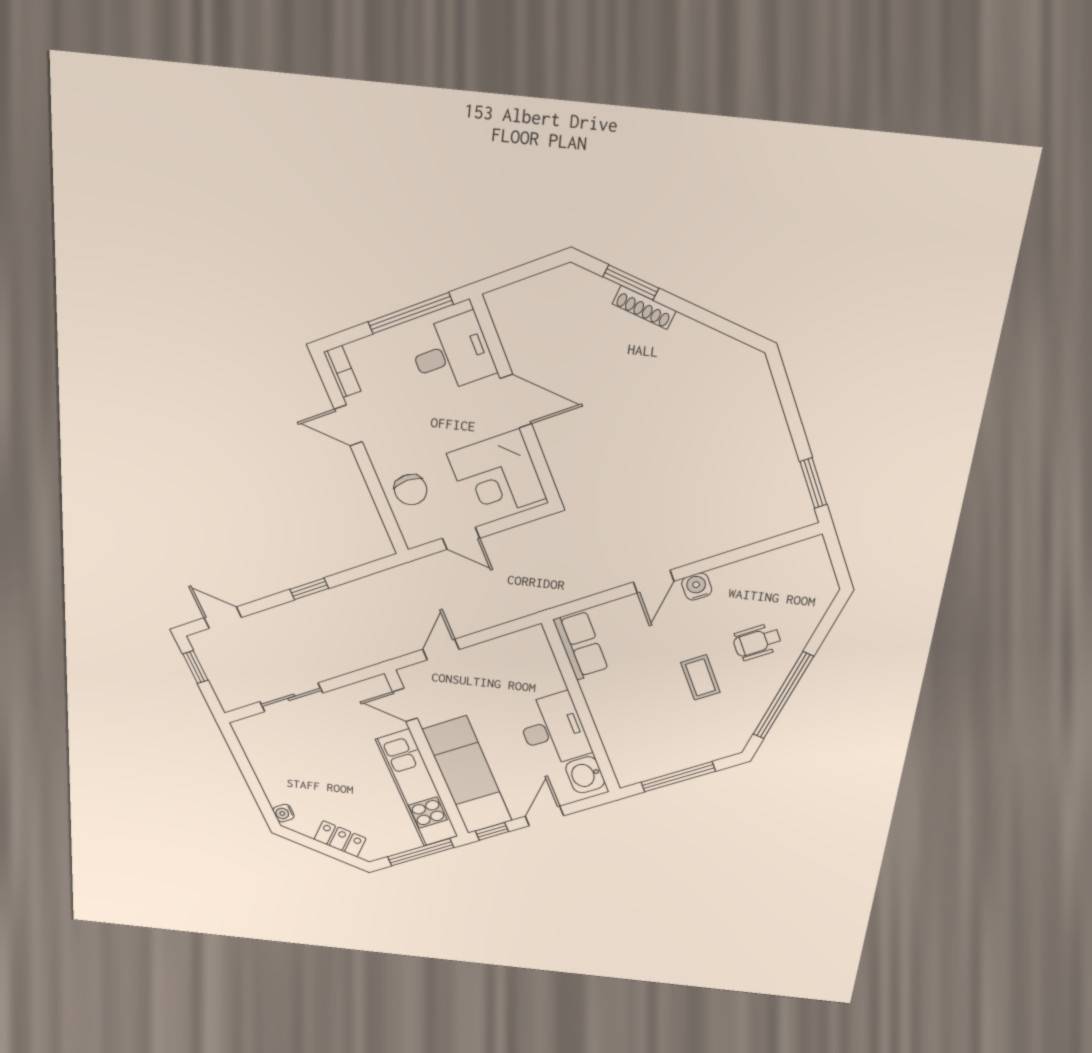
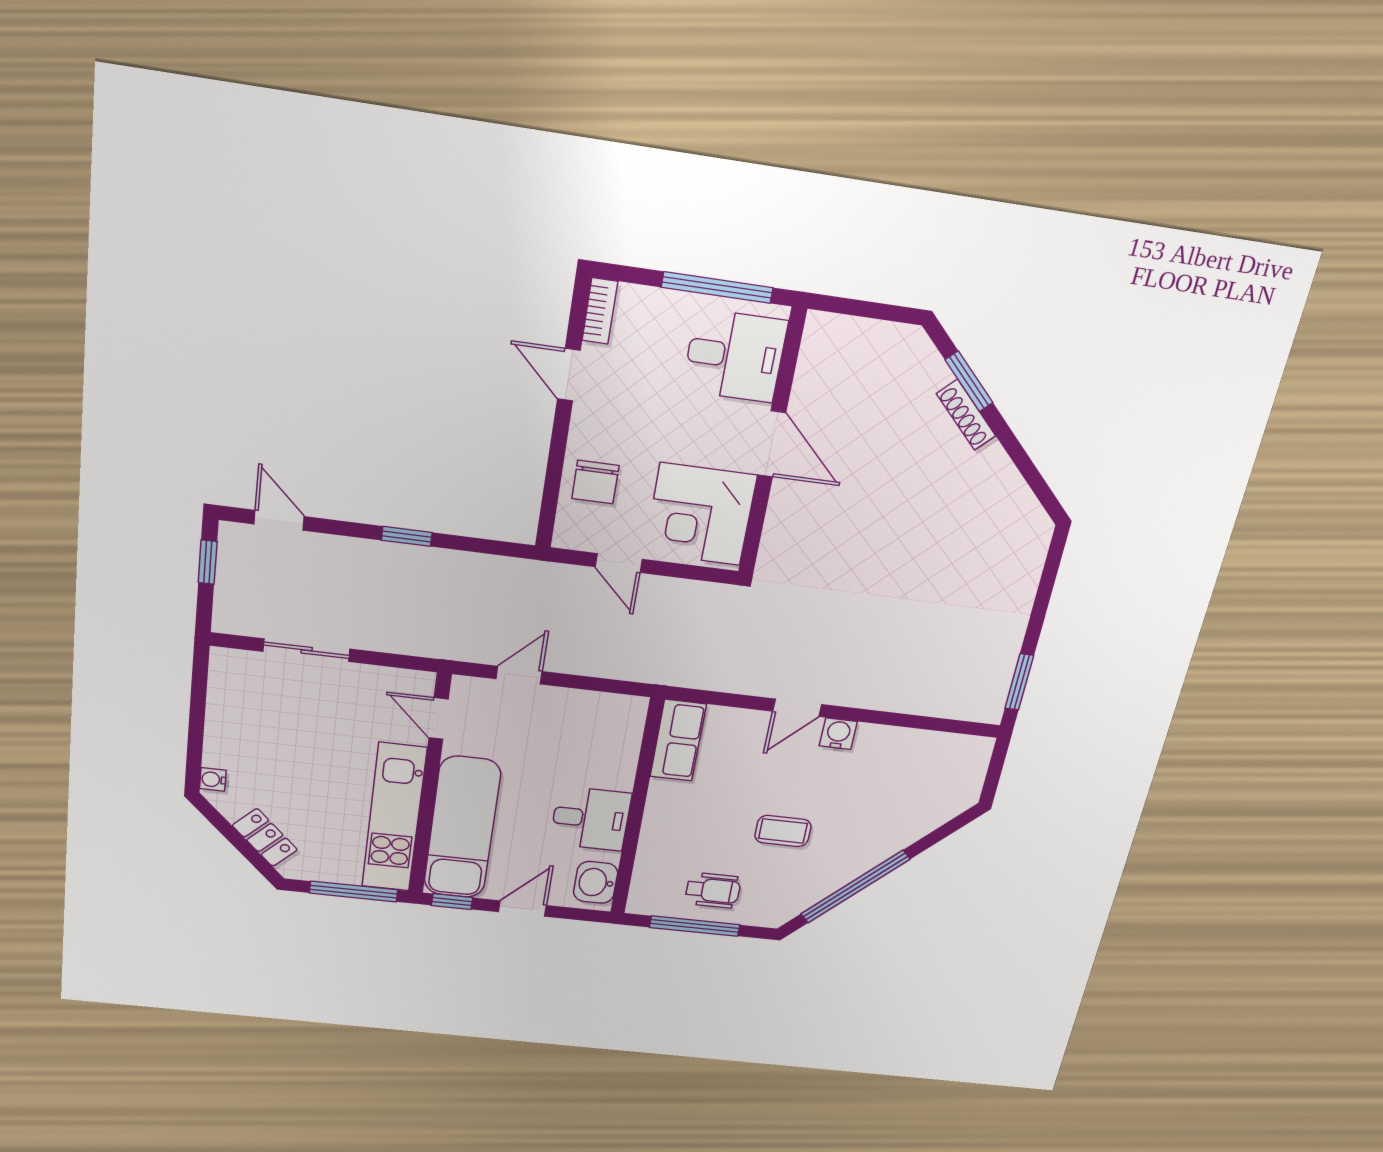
wheelchair: (757, 642) -> (713, 890), moved, turned 180
coffee table: (700, 677) -> (783, 831), turned 90
desk: (553, 730) -> (591, 819), width x0.73

